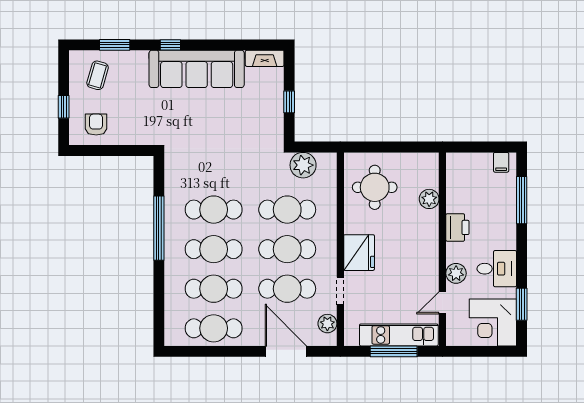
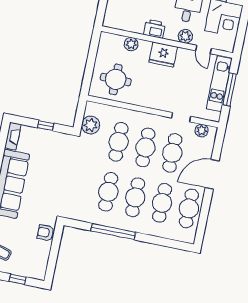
armchair: (96, 125) -> (46, 233), moved
fridge: (359, 253) -> (163, 55), moved, turned 180
door: (286, 351) -> (212, 174), moved

